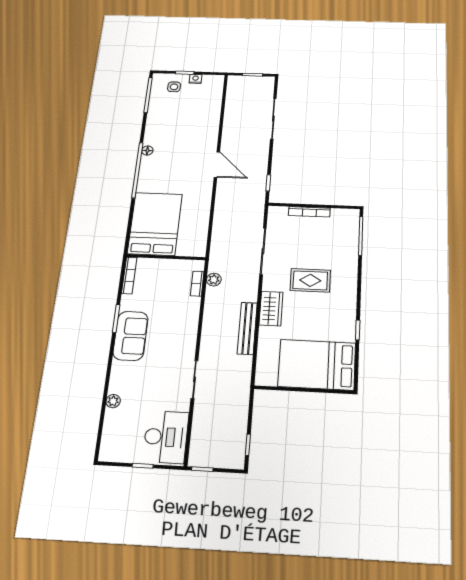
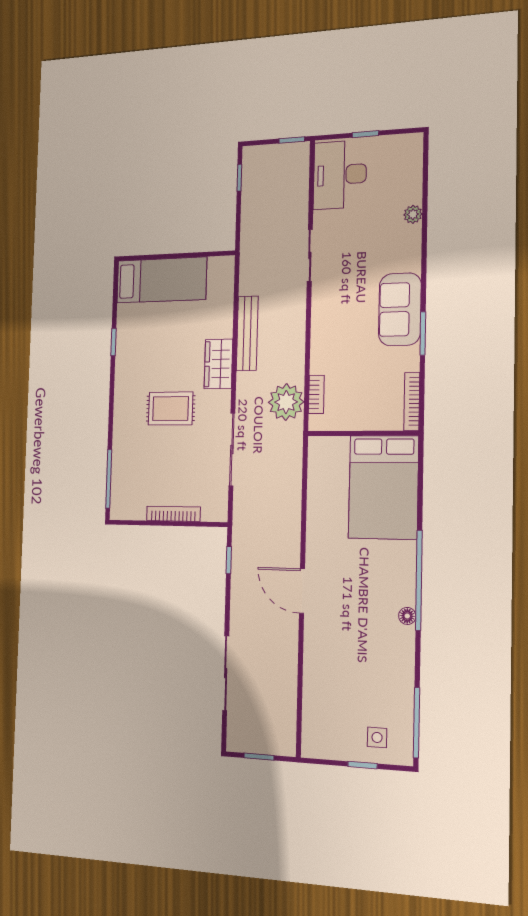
nightstand: (195, 79) -> (345, 752), removed
plant: (214, 280) -> (286, 402), width x1.87, depth x1.87
bed: (317, 365) -> (161, 280), width x0.67

